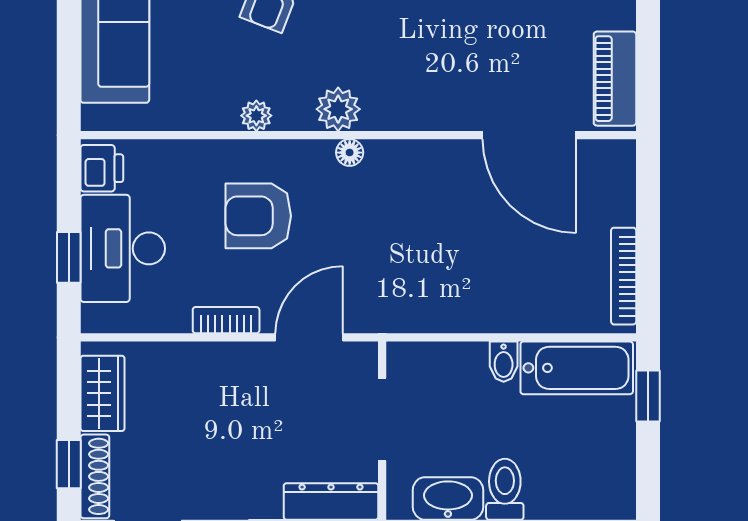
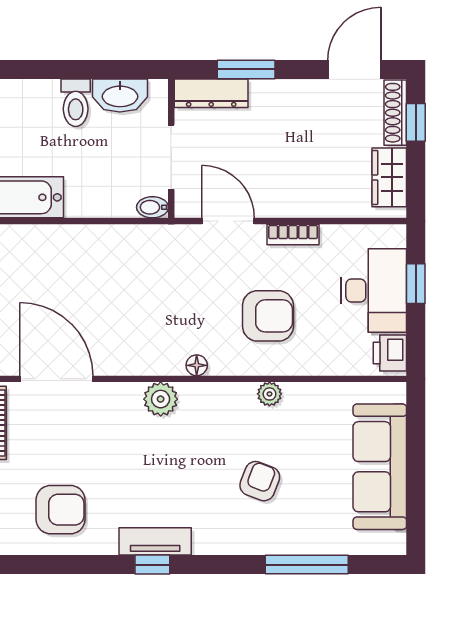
plant: (338, 109) -> (161, 399), moved
door: (309, 337) -> (228, 221), swing flipped
bidet: (504, 362) -> (152, 207), moved, turned -90

